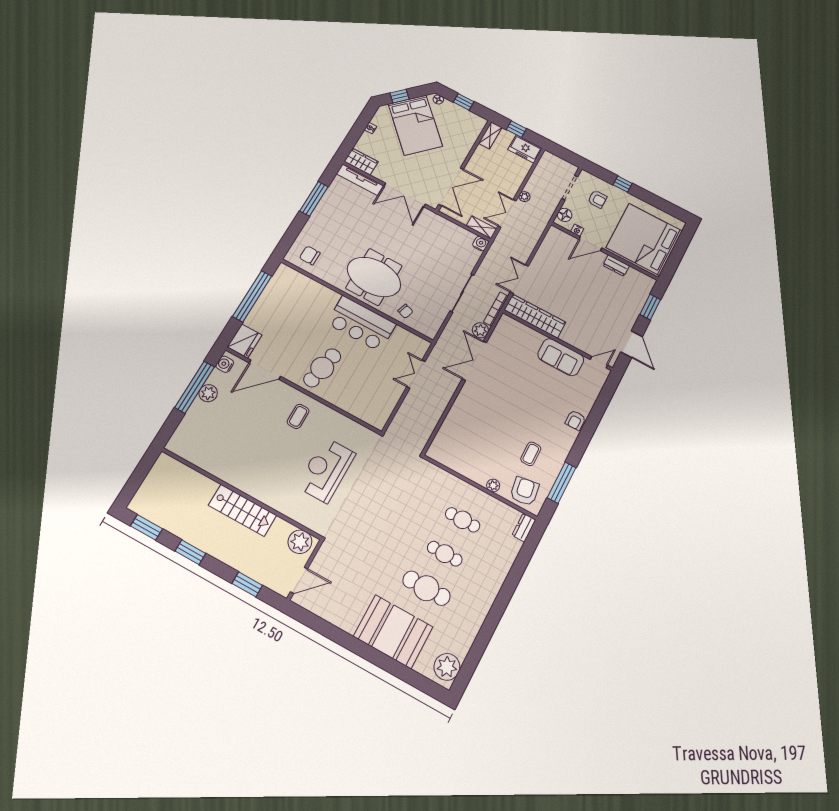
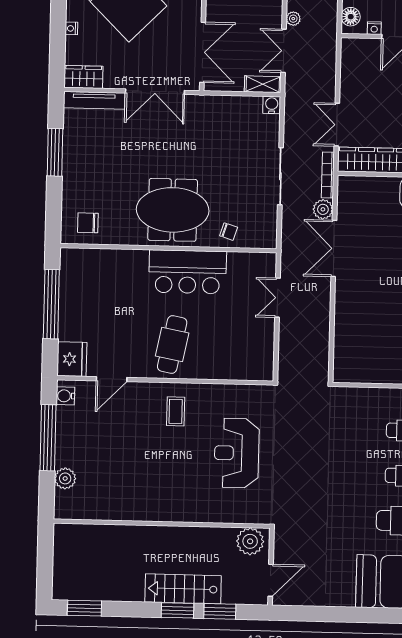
door: (265, 370) -> (112, 379), width x0.73
plant: (208, 393) -> (65, 478), moved
stairs: (242, 510) -> (183, 589), moved, turned 180
window: (190, 552) -> (177, 610), moved

